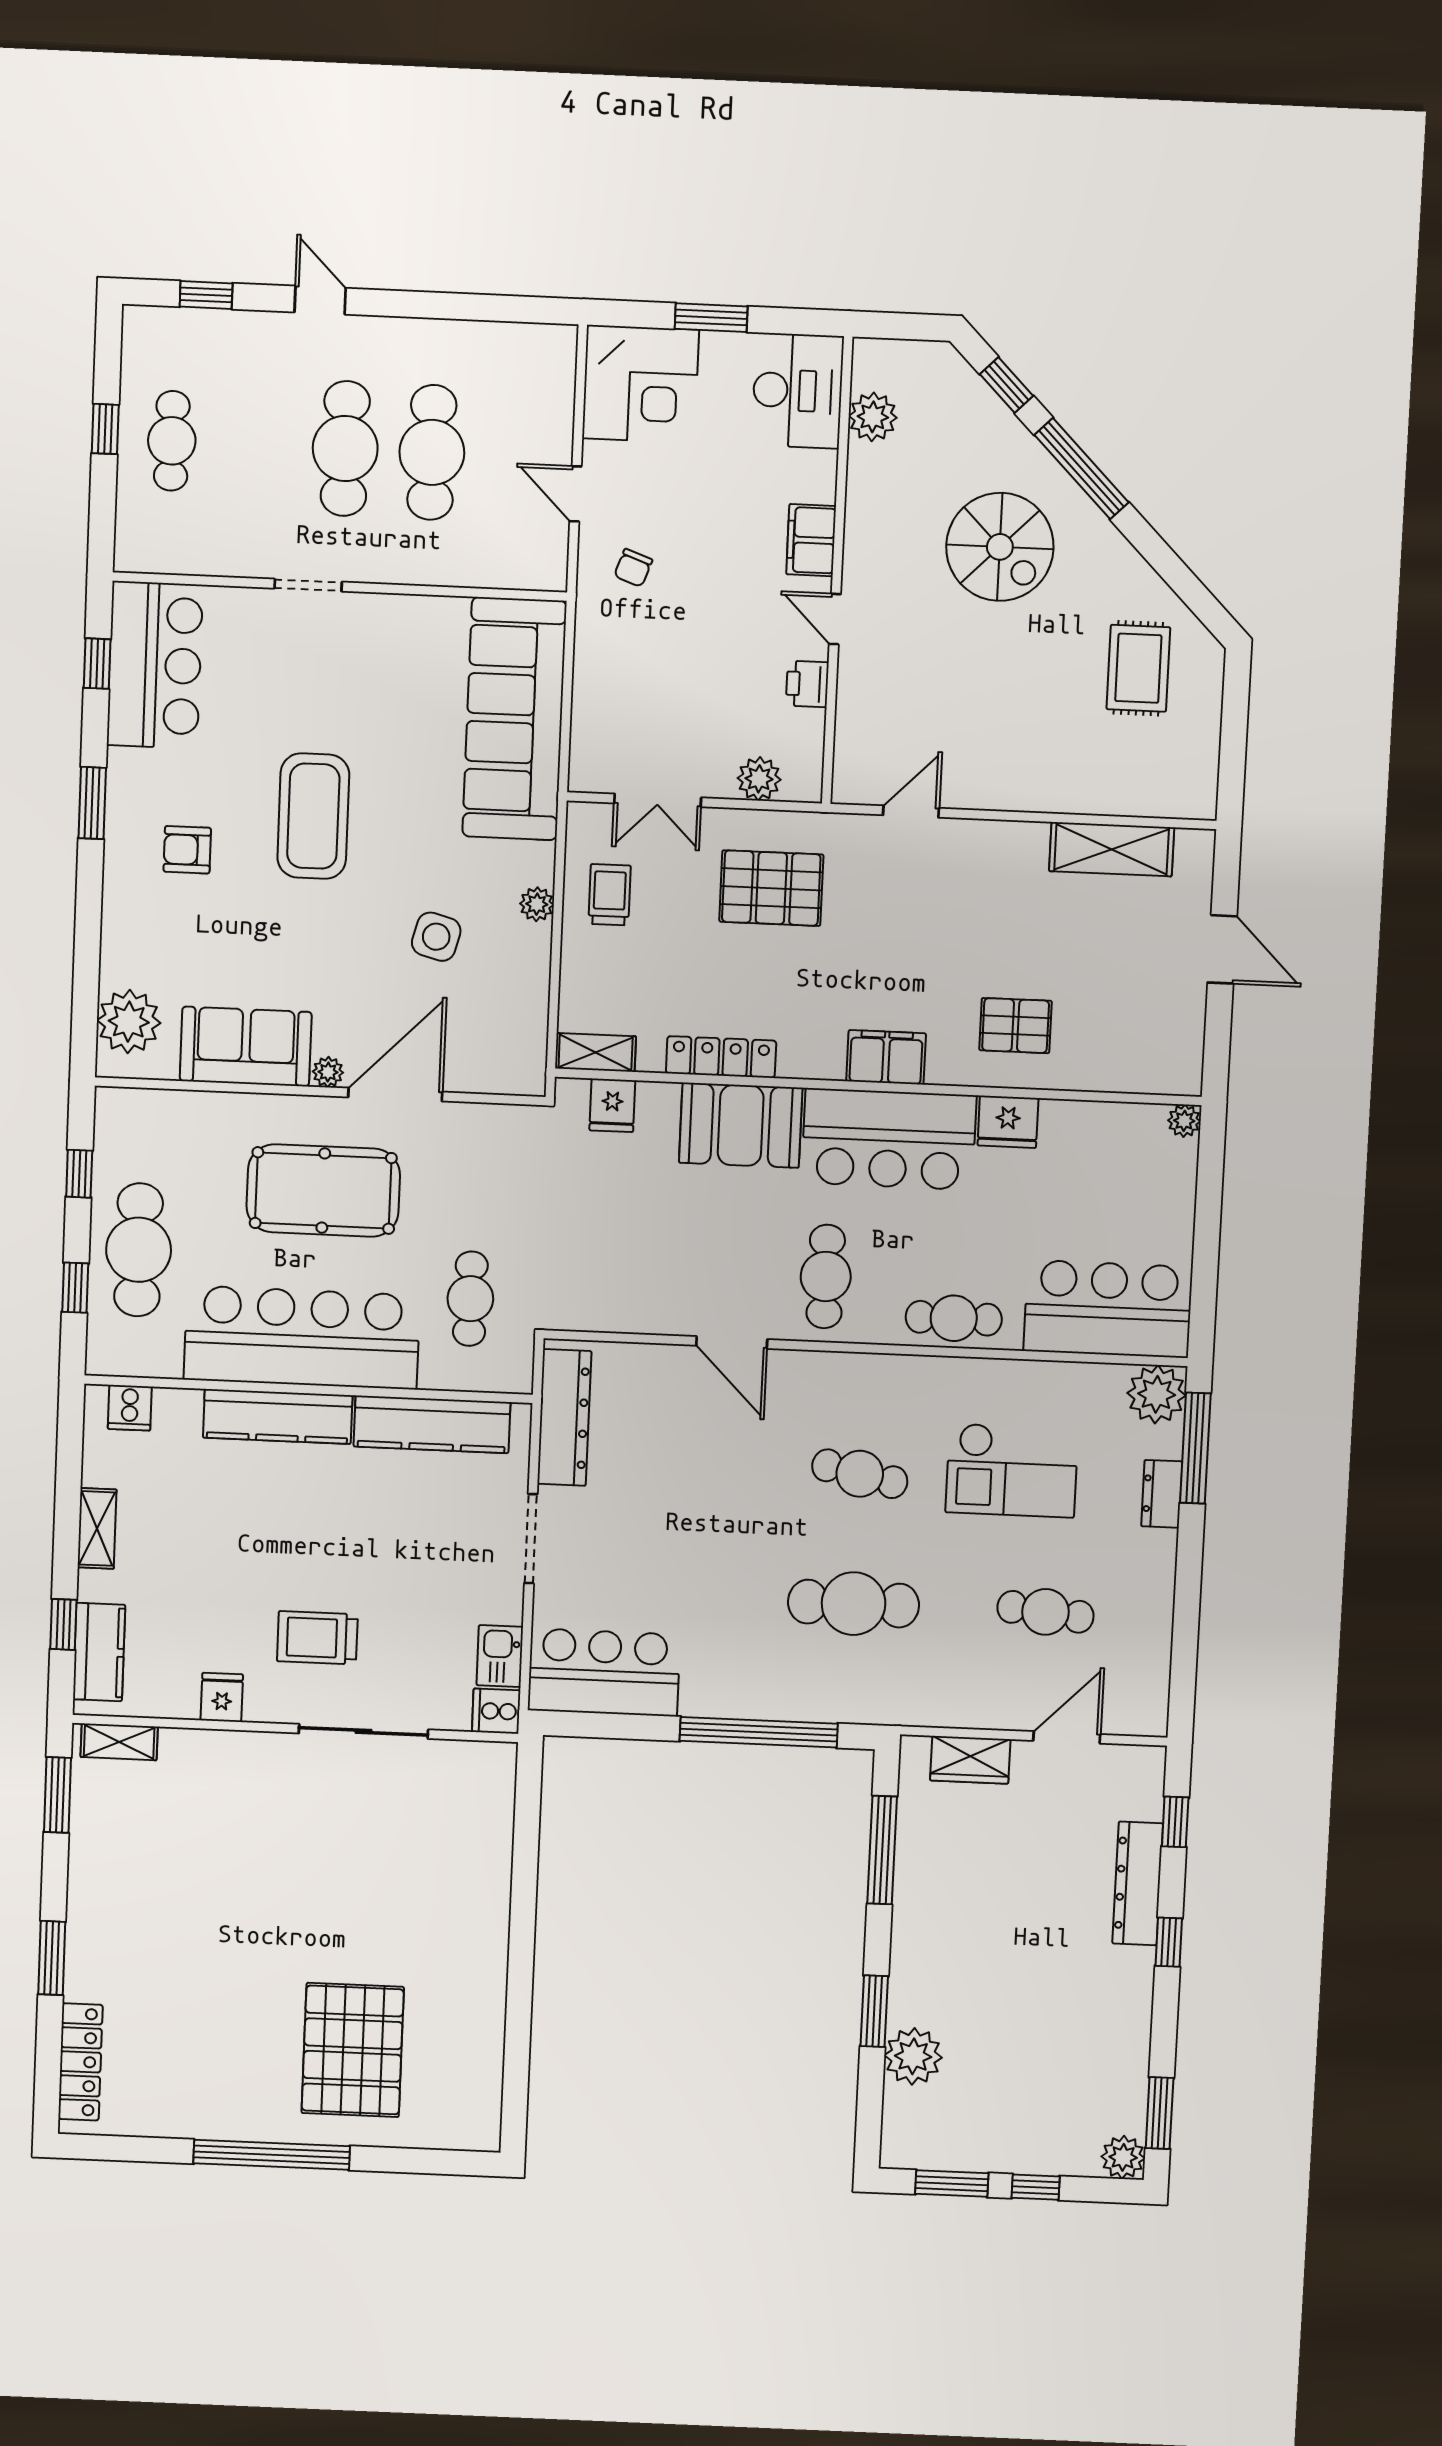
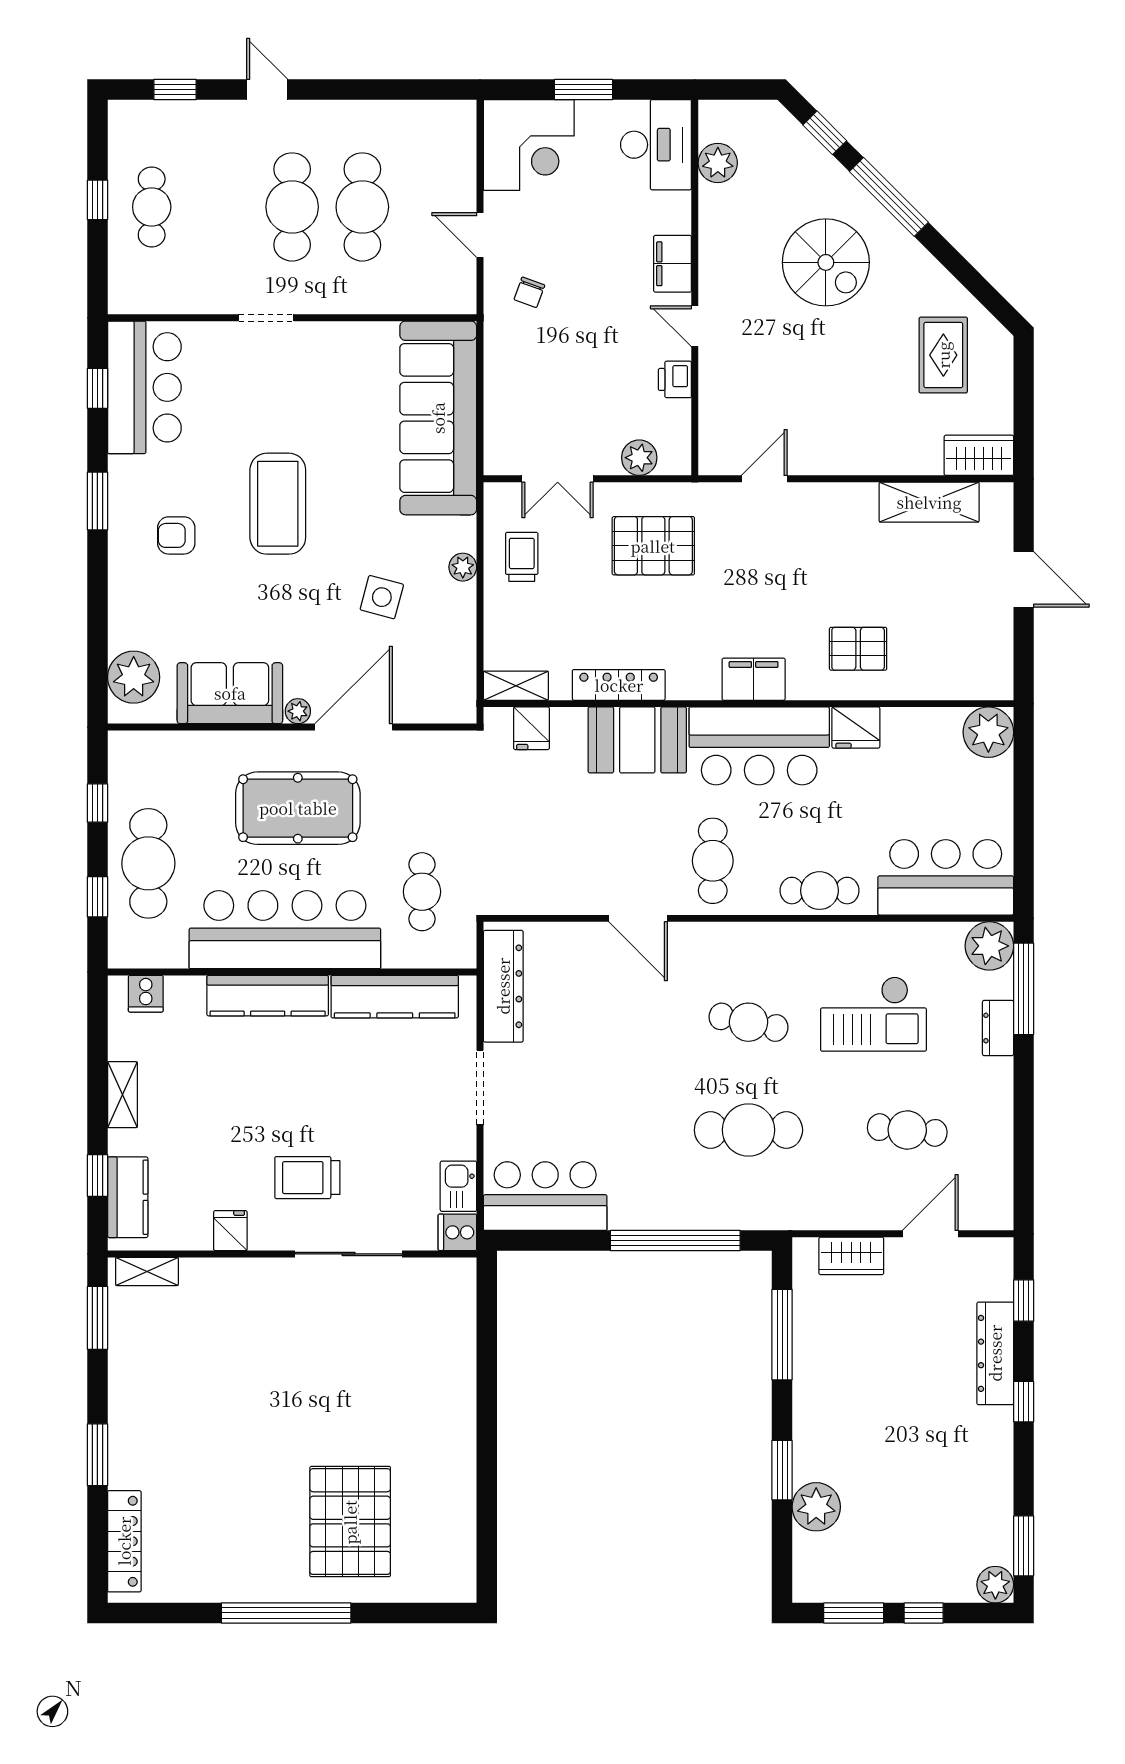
wardrobe: (1176, 794) -> (979, 455), added
plant: (1184, 1121) -> (988, 732), width x1.88, depth x1.88

